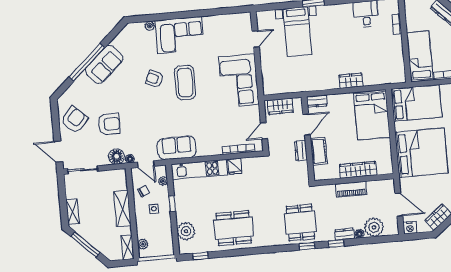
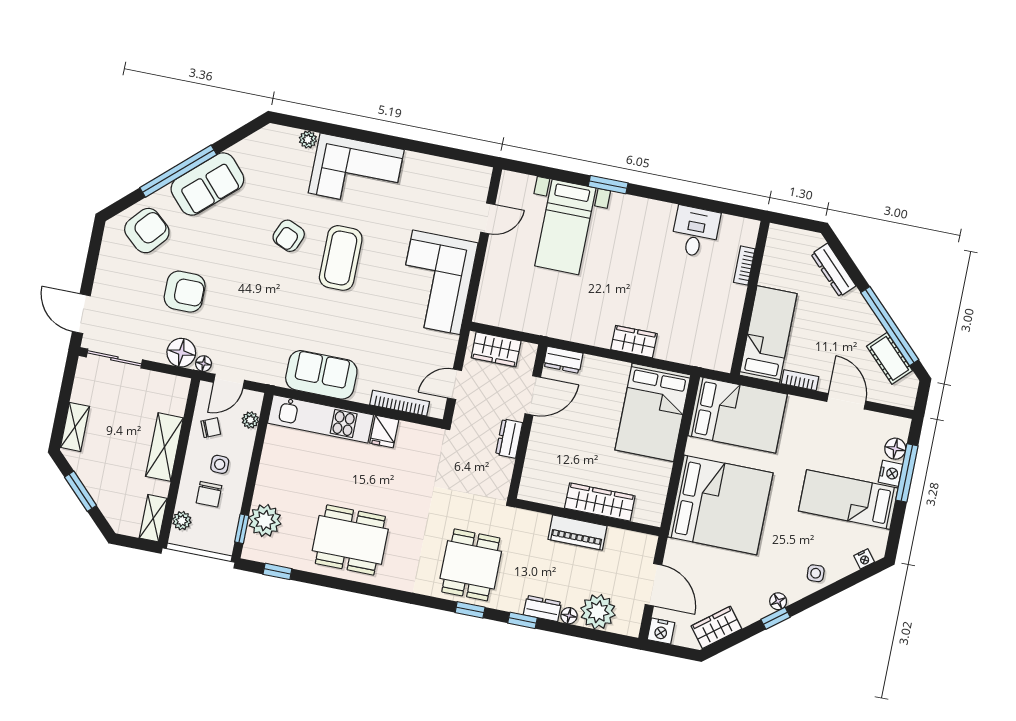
armchair: (155, 79) -> (289, 236), turned -92
armchair: (74, 120) -> (147, 231), moved
sofa: (177, 148) -> (321, 375), moved
cot: (319, 151) -> (540, 449), removed
door: (146, 164) -> (229, 381), hinge flipped
window: (172, 204) -> (242, 529), moved
chair: (153, 226) -> (209, 494), added
window: (85, 244) -> (81, 491), width x0.69

